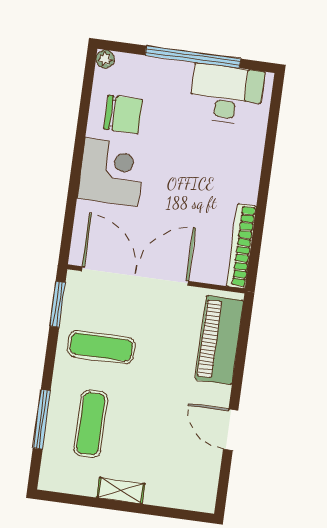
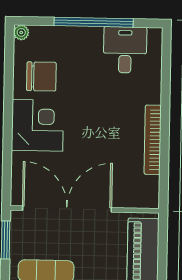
desk: (226, 94) -> (125, 50), width x0.73
bookcase: (241, 246) -> (153, 140), moved

